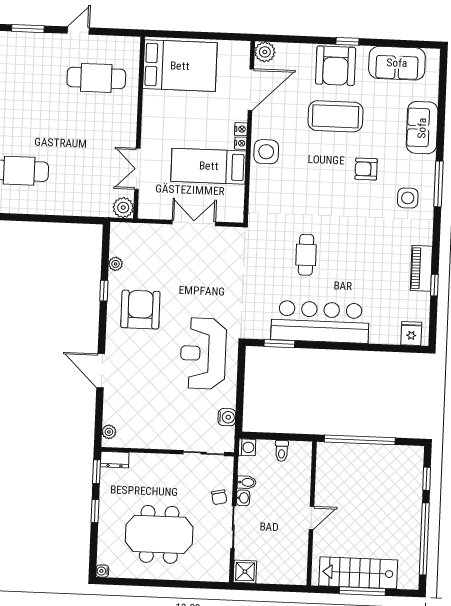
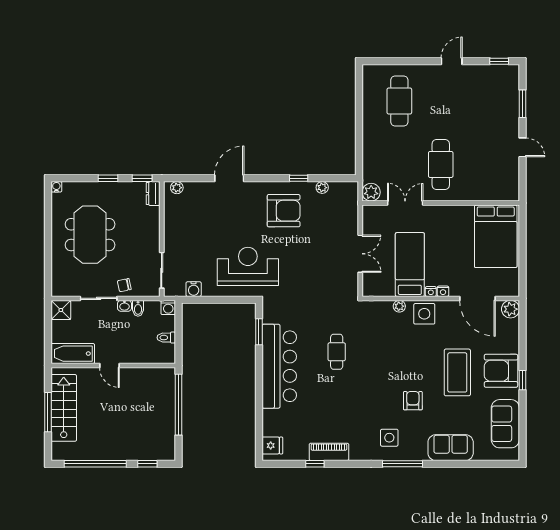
cafe table: (96, 78) -> (441, 164), moved
plant: (256, 180) -> (399, 306), added
cafe table: (306, 255) -> (337, 352), turned 90
bathtub: (296, 560) -> (73, 354), added

